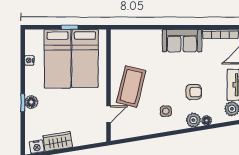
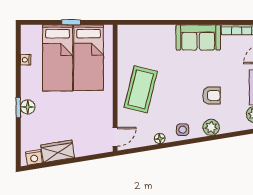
side table: (166, 111) -> (183, 130), moved
door: (108, 114) -> (115, 137), moved
floor lamp: (207, 121) -> (160, 139), moved

